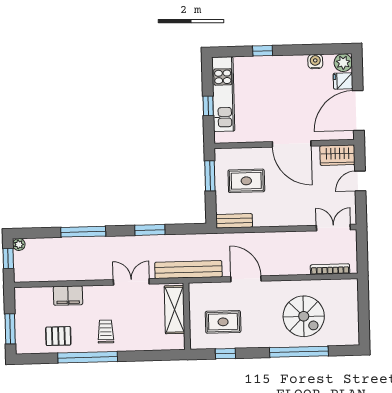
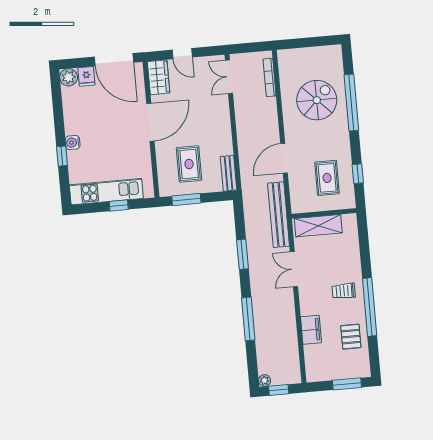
water cooler: (315, 62) -> (73, 142), moved

